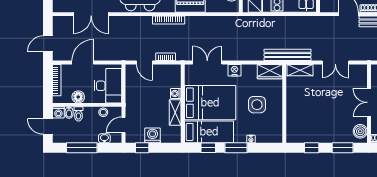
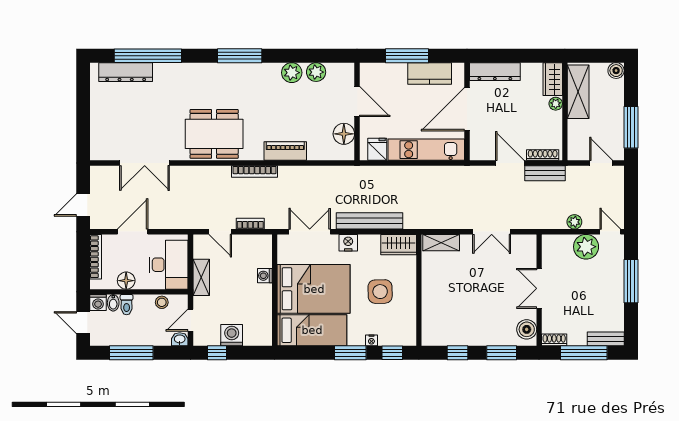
bench: (288, 55) -> (370, 221), moved
shelving: (175, 112) -> (201, 277), moved
washbasin: (104, 138) -> (180, 339), moved
window: (208, 148) -> (392, 353), moved

